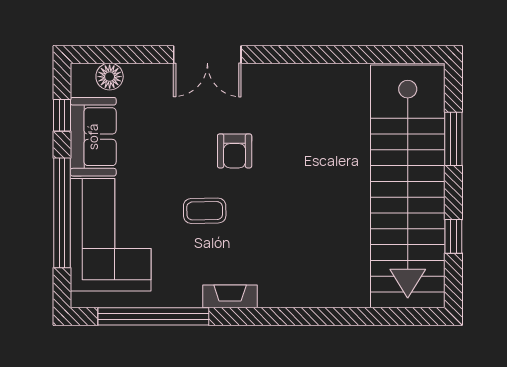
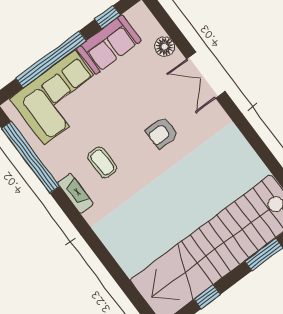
floor lamp: (110, 77) -> (165, 47), moved
coffee table: (205, 211) -> (102, 162), moved

